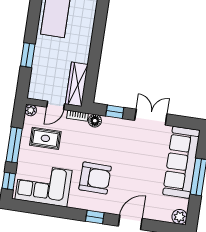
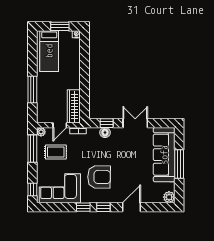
window: (28, 55) -> (32, 89), width x1.44
floor lamp: (95, 121) -> (105, 132), moved
window: (14, 145) -> (32, 149), moved
window: (69, 213) -> (83, 207), added

